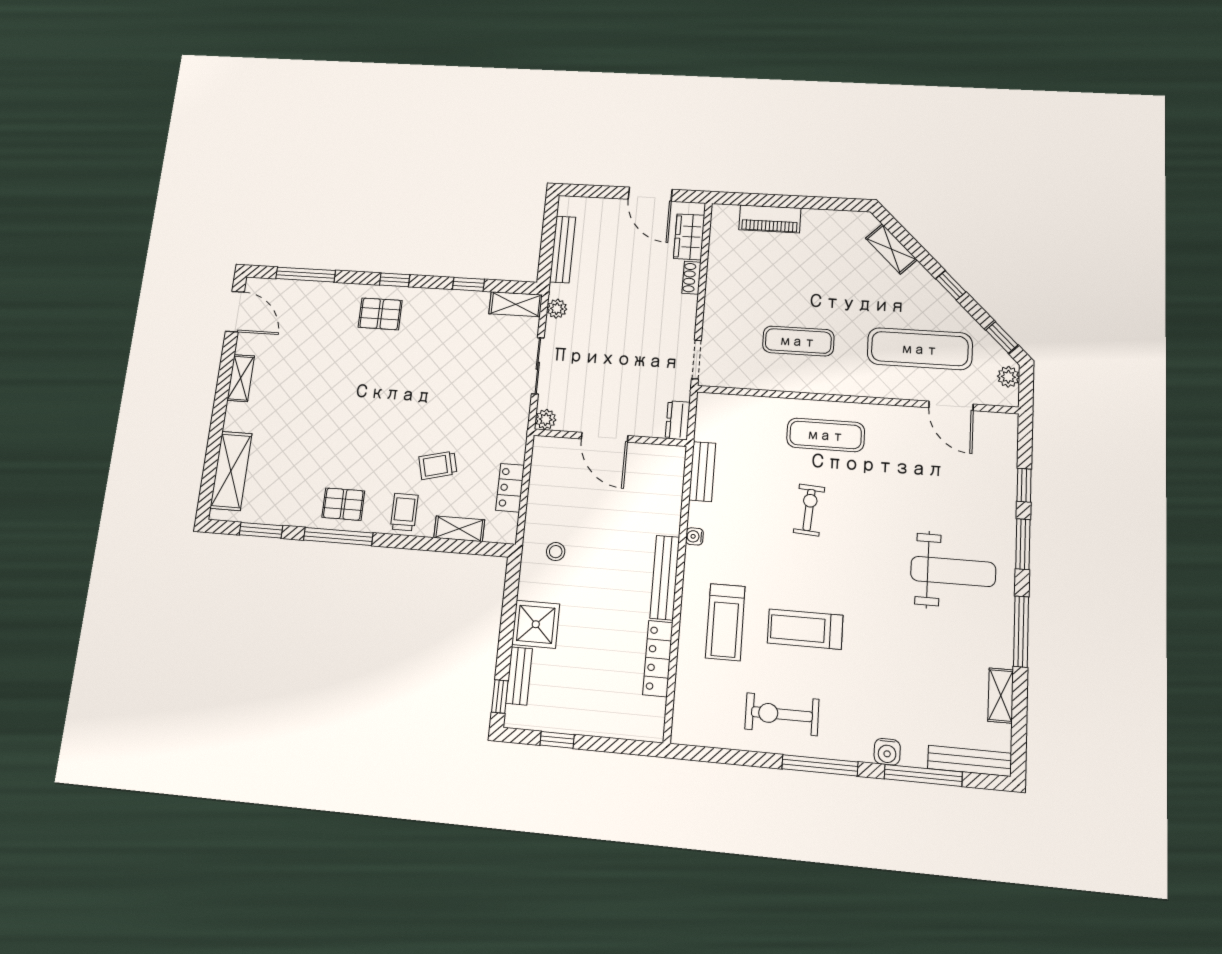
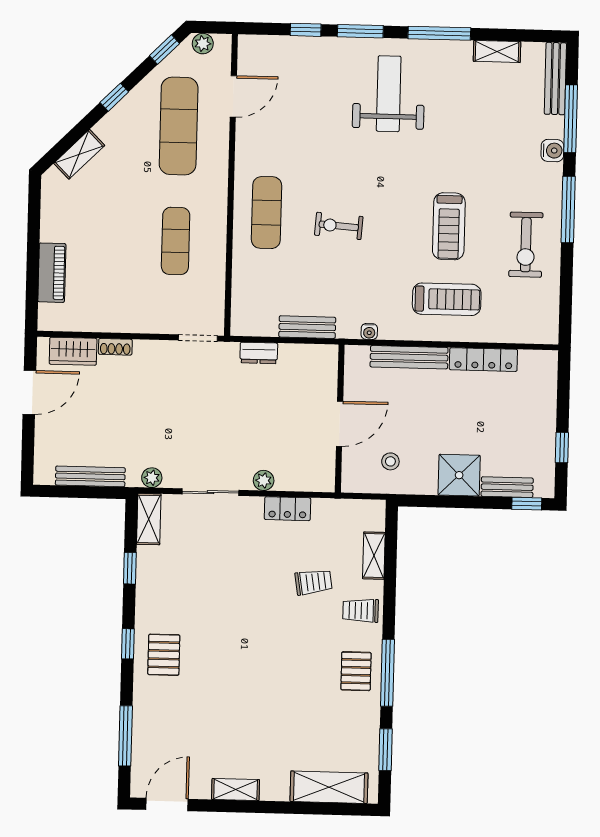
door: (605, 437) -> (340, 424), moved
wall: (610, 438) -> (340, 419), moved
trolley: (438, 465) -> (314, 582), turned -85
locker: (510, 488) -> (287, 509), moved

